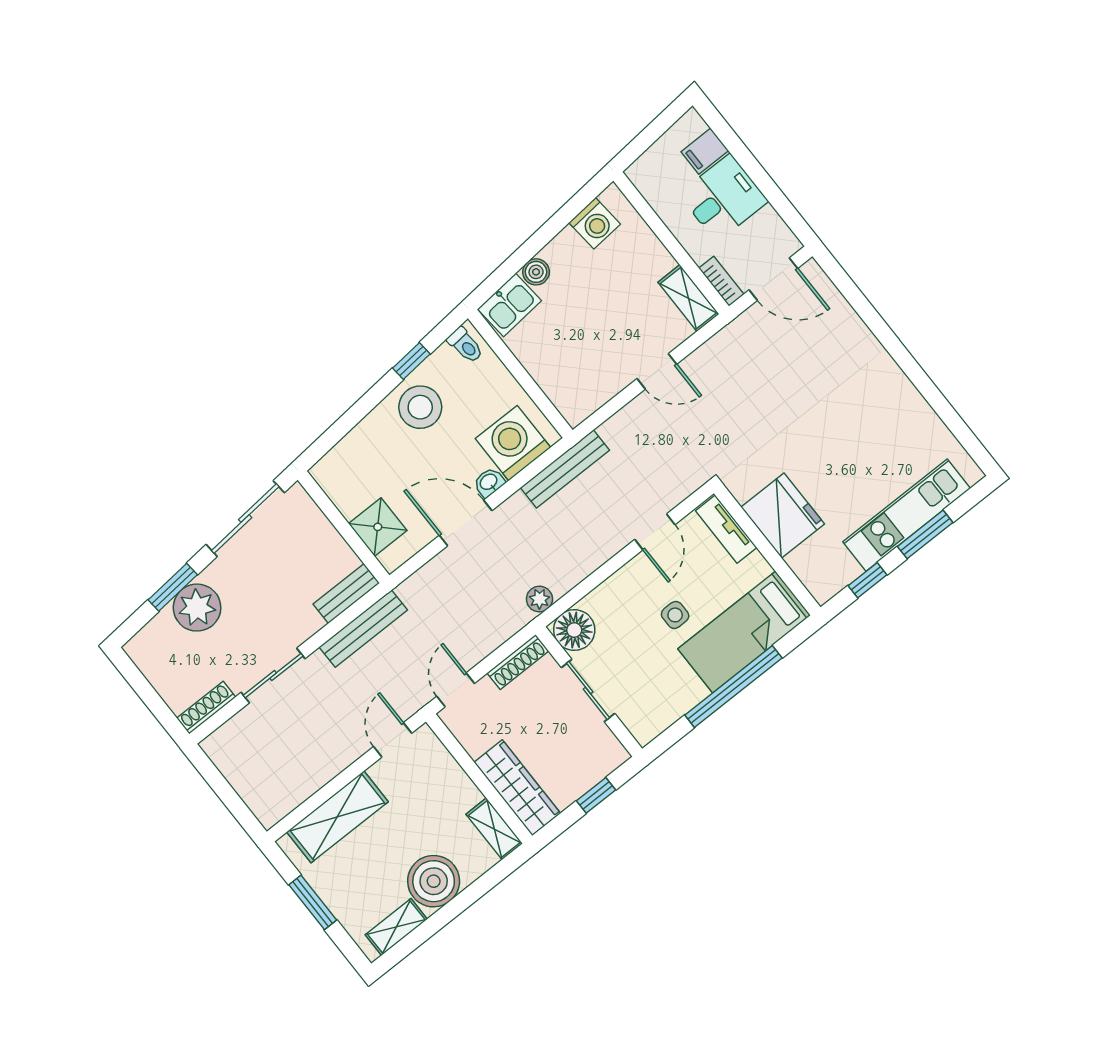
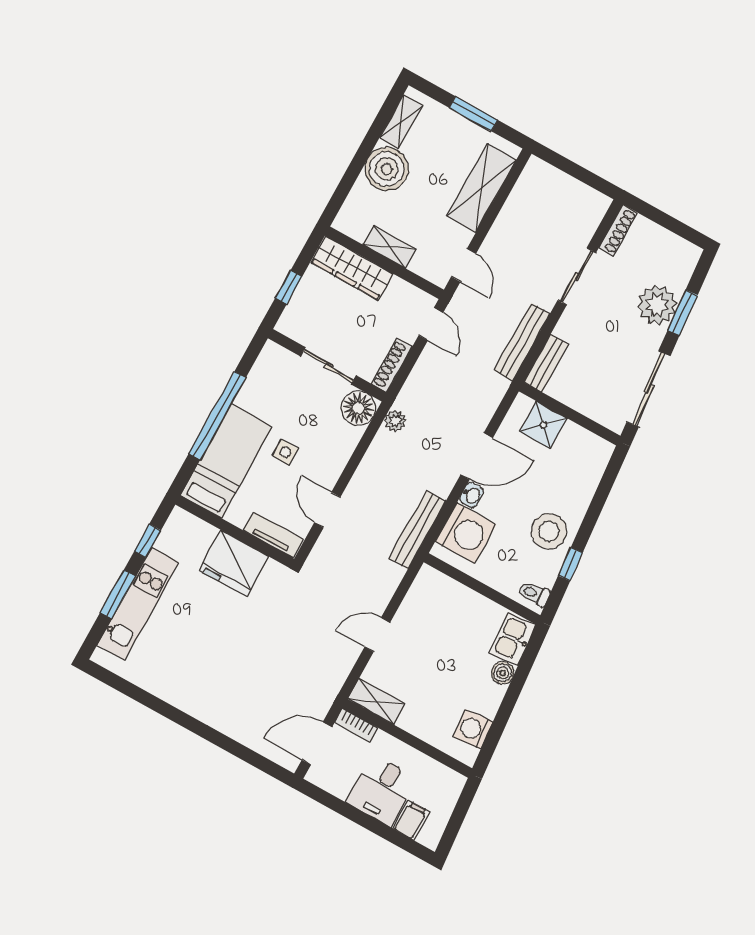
shelving: (494, 829) -> (389, 247), moved

